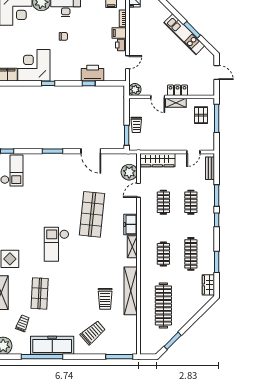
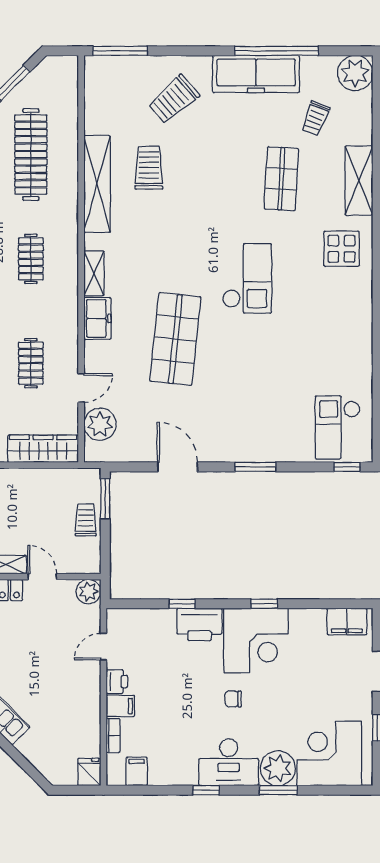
corner desk: (34, 65) -> (256, 640), moved
printer: (93, 73) -> (199, 624), moved

